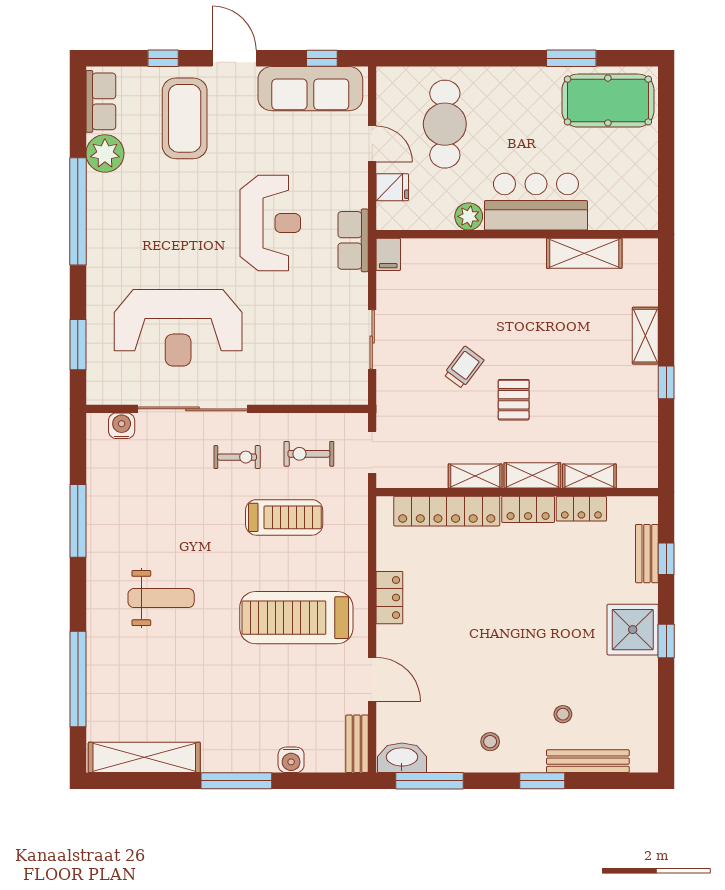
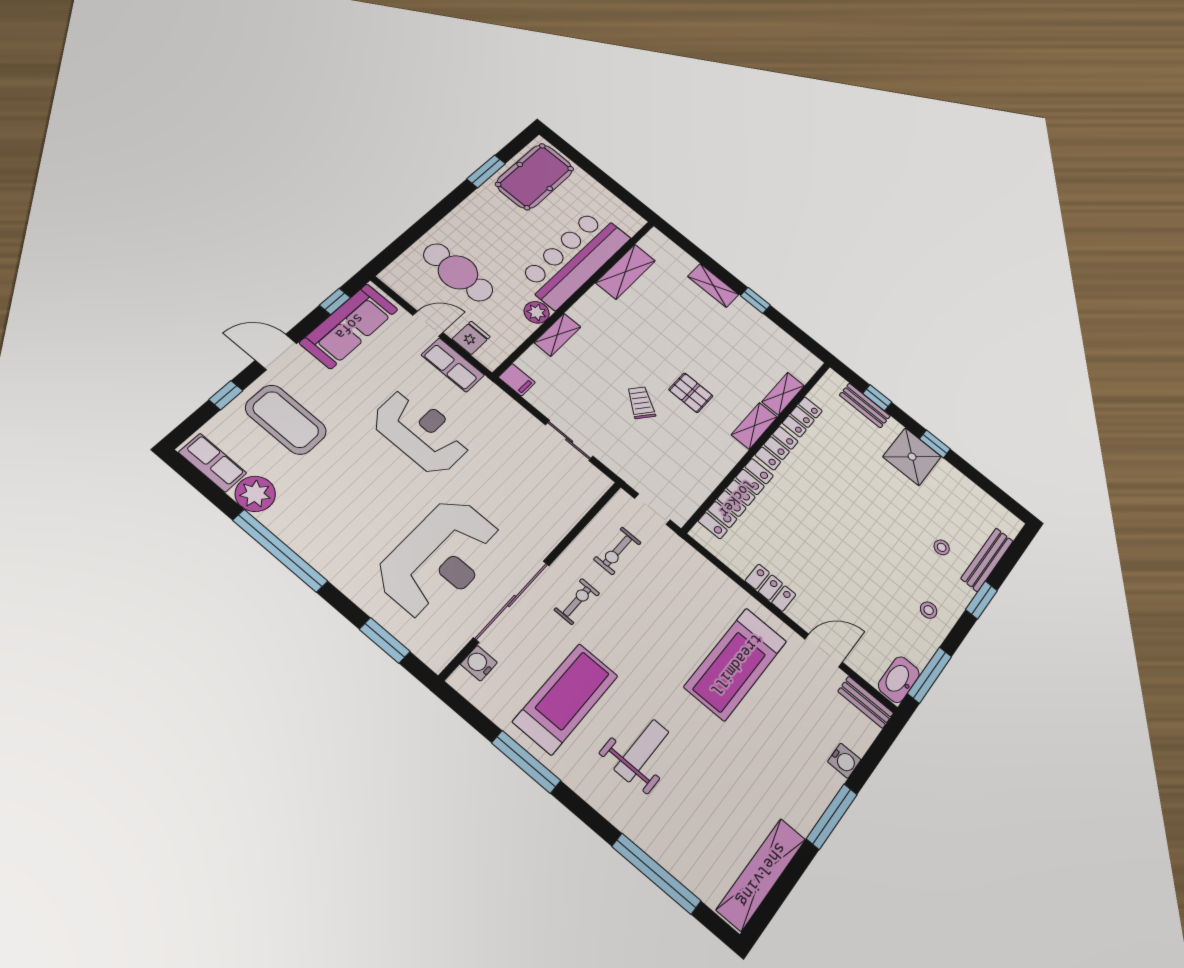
bar counter: (536, 202) -> (574, 258), width x1.36
row of seats: (353, 240) -> (453, 365), moved
shelving: (475, 476) -> (557, 335), moved
treadmill: (284, 517) -> (566, 699), moved, width x1.37, depth x1.38

